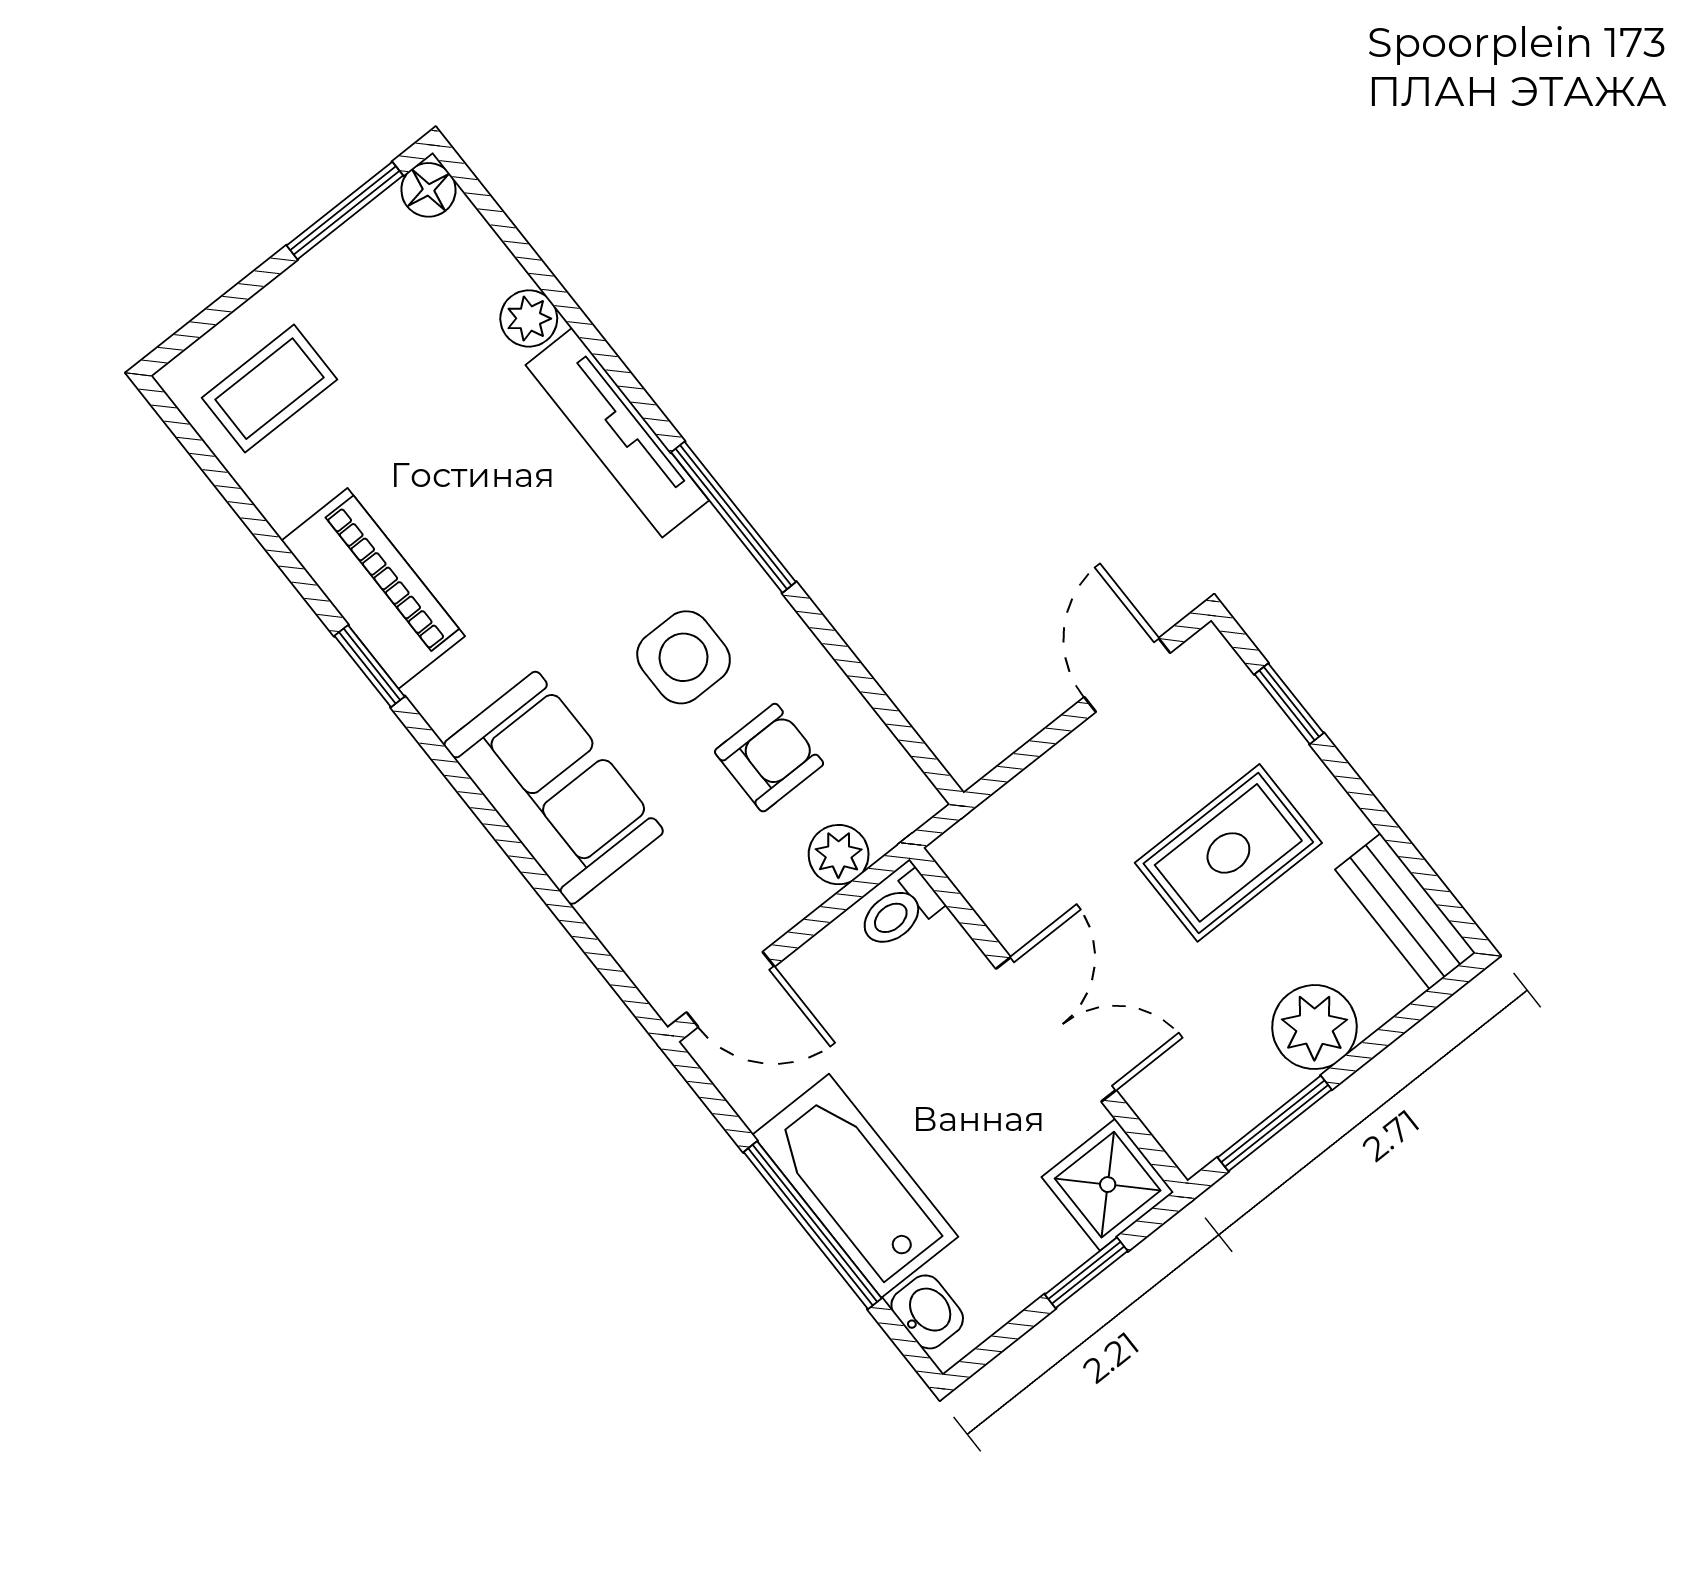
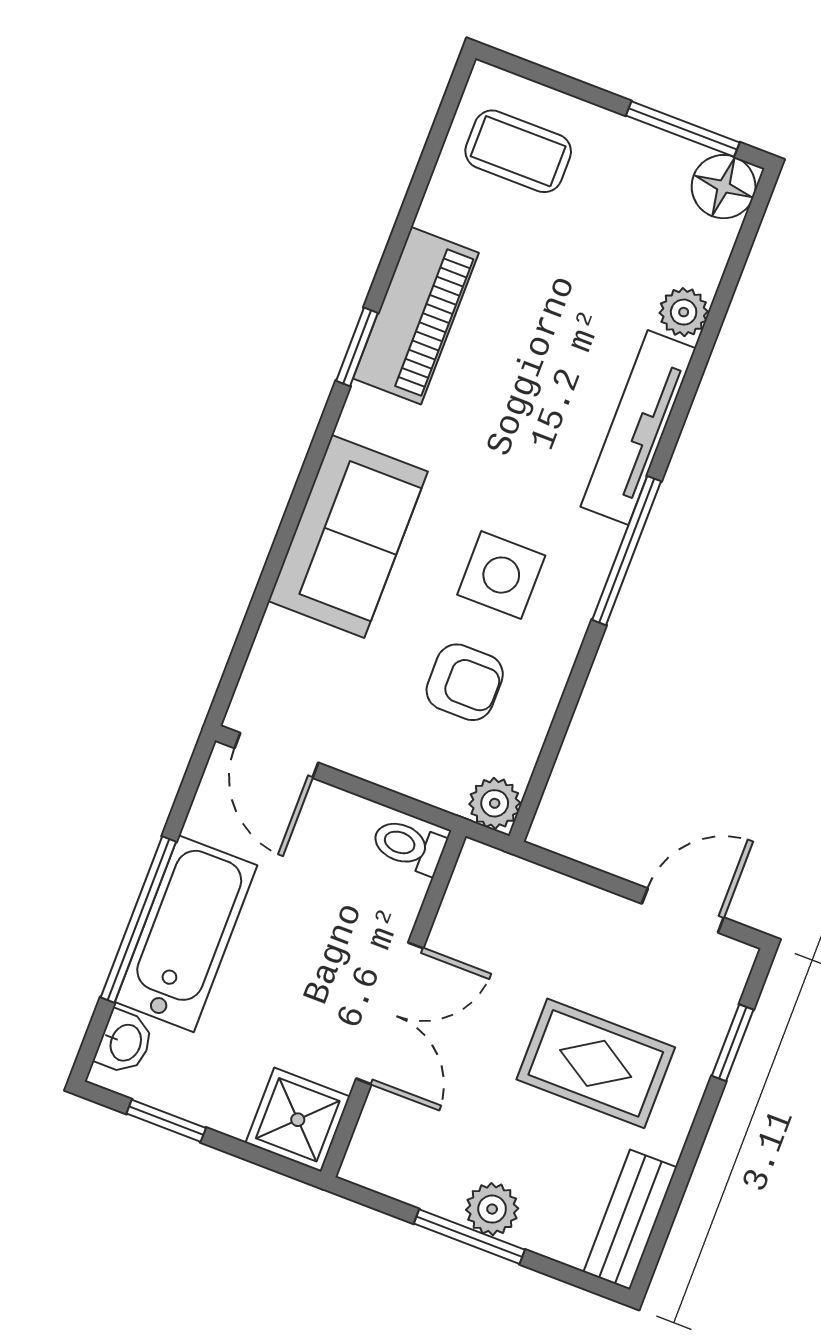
floor lamp: (428, 190) -> (724, 187), width x1.37, depth x1.37
plant: (839, 855) -> (495, 803), moved
plant: (1314, 1027) -> (492, 1209), width x0.73, depth x0.73
window: (1275, 1123) -> (469, 1237), moved
window: (1086, 1273) -> (166, 1121), moved

